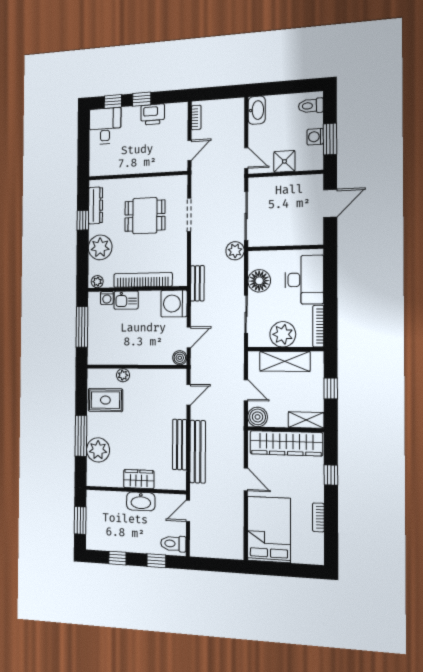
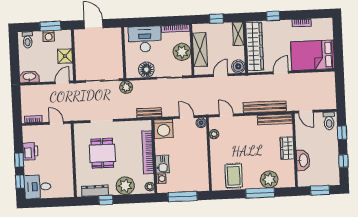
plant: (123, 375) -> (214, 134), moved
bench: (180, 445) -> (275, 119), moved
washbasin: (141, 501) -> (303, 160), moved

